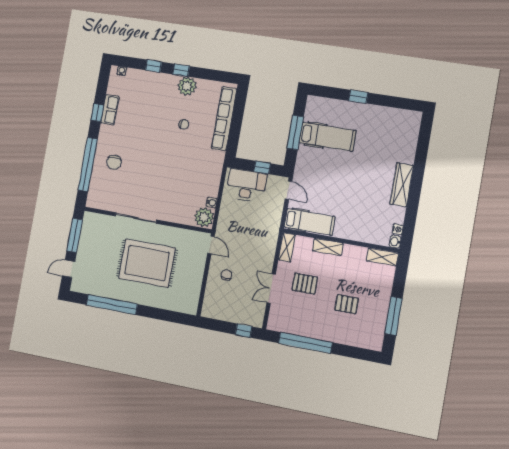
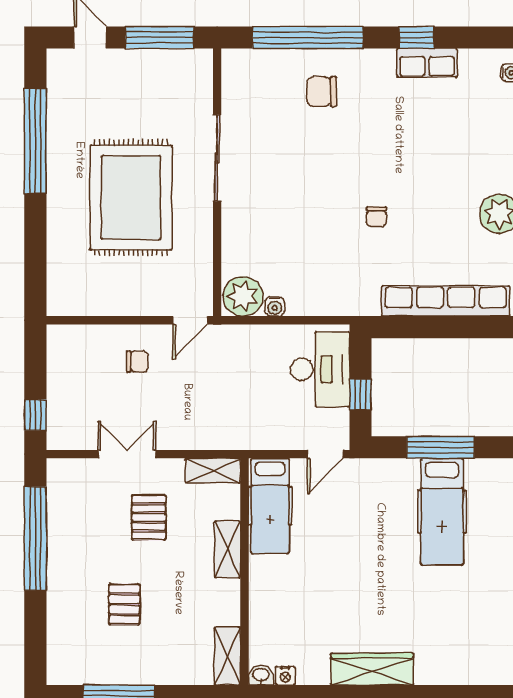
chair: (184, 124) -> (376, 217), moved

